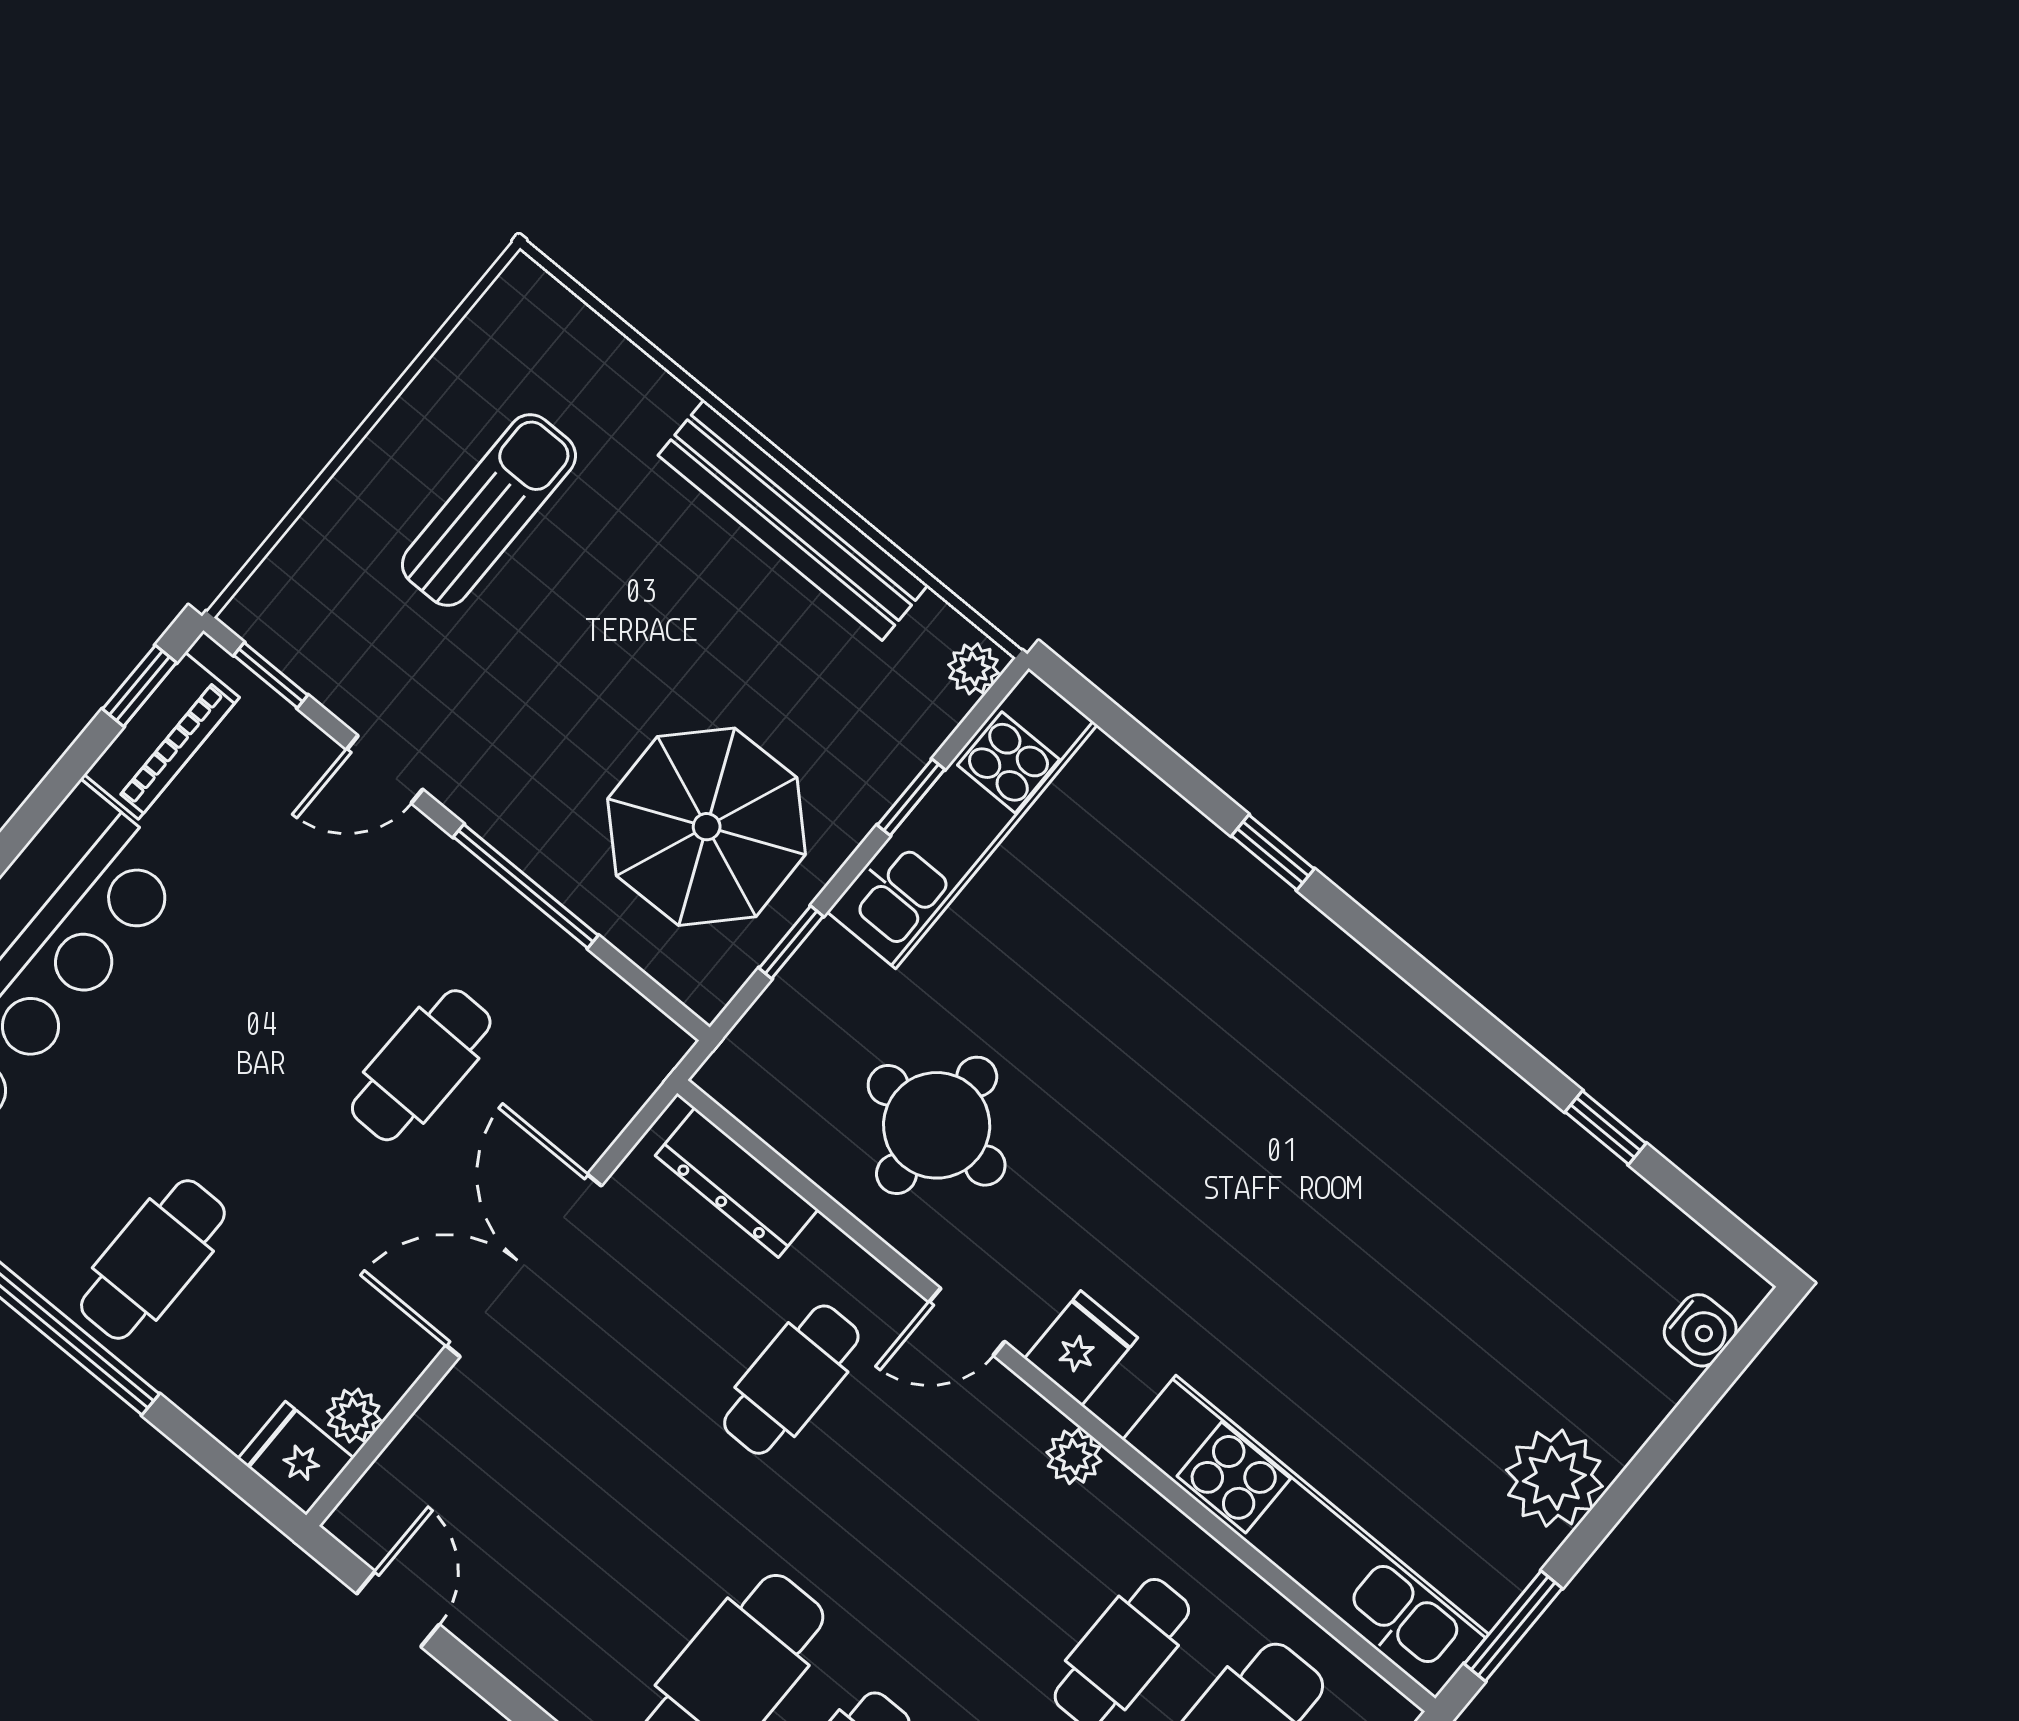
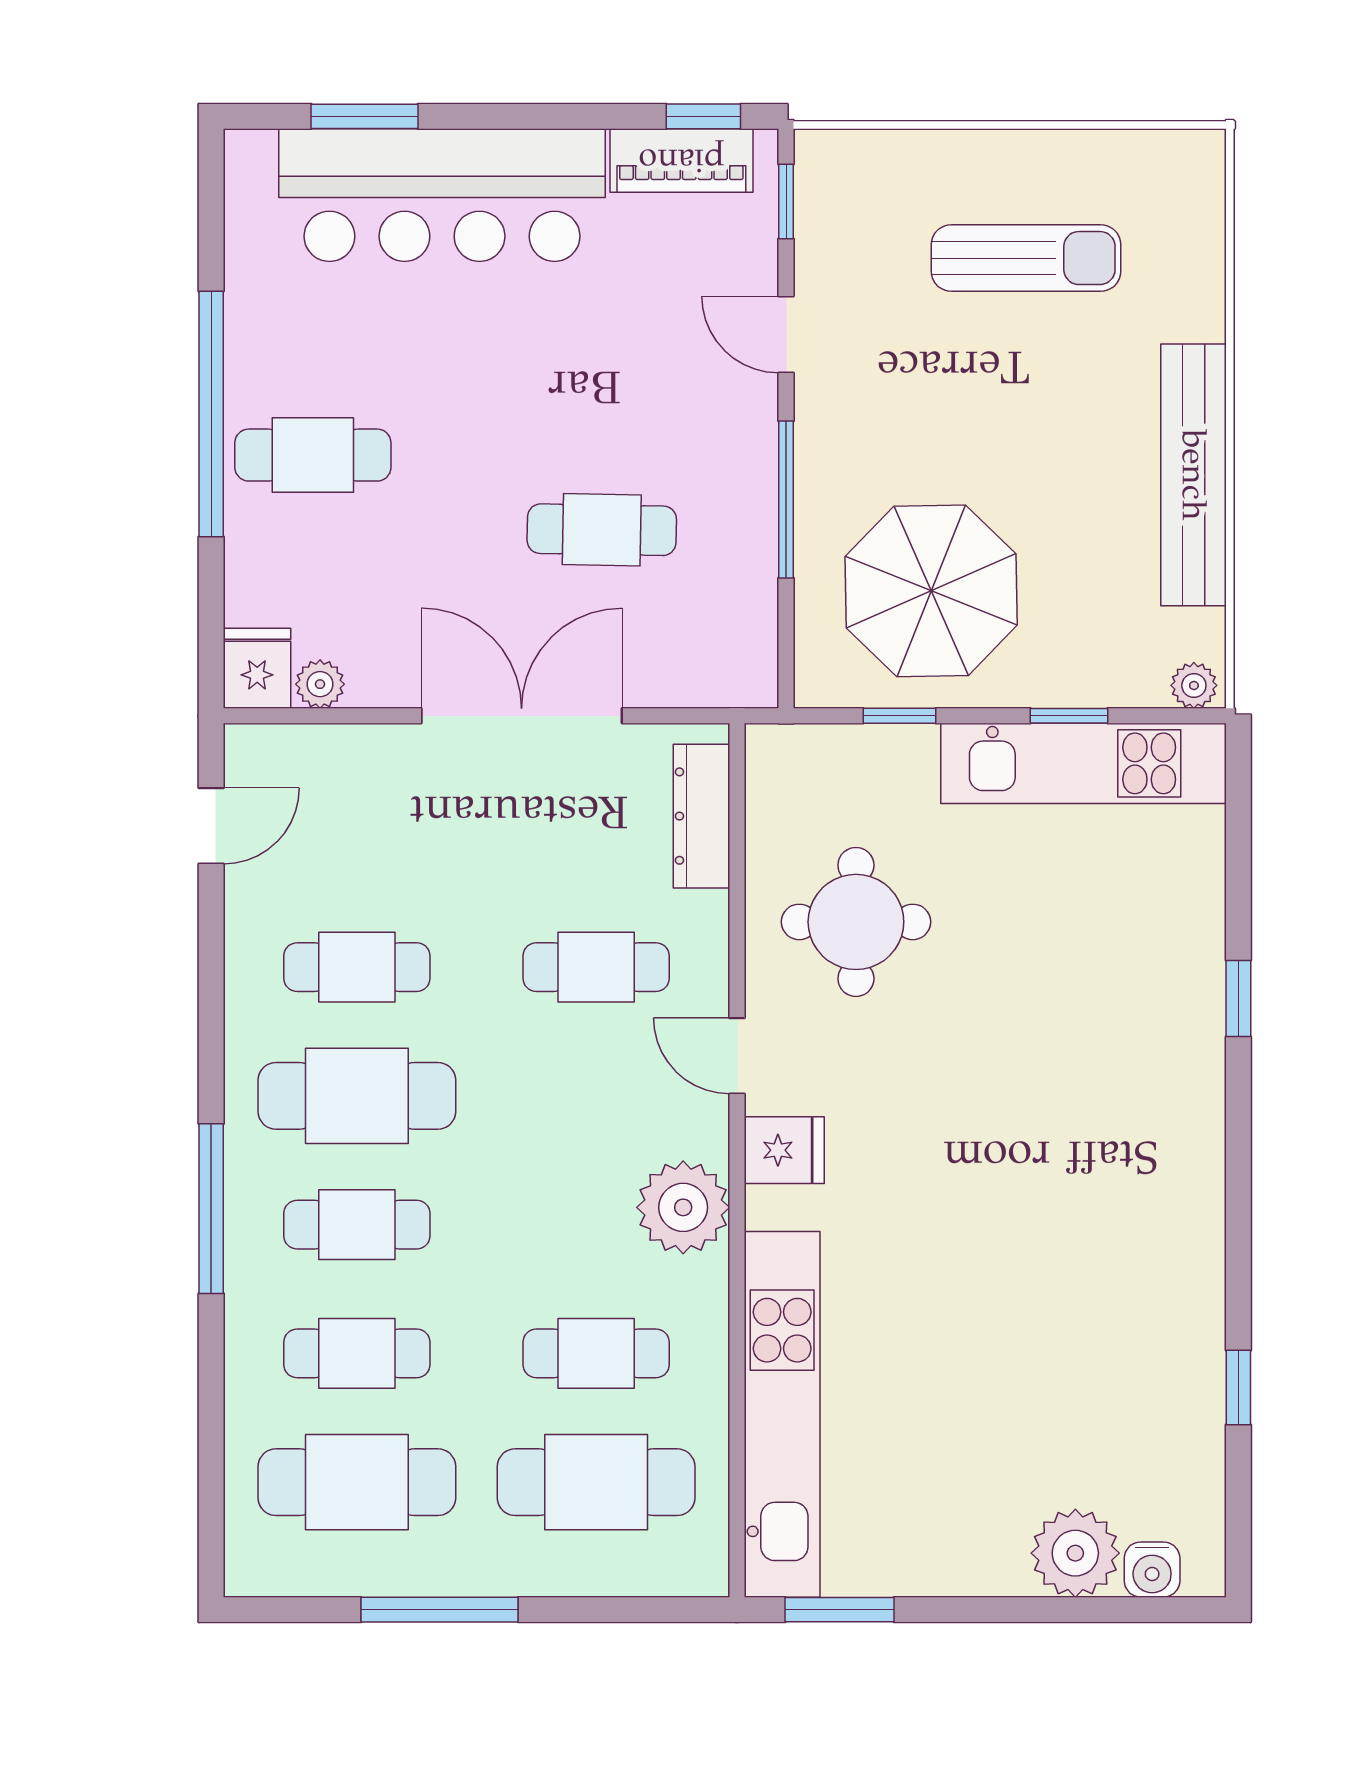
plant: (1074, 1457) -> (683, 1207), width x1.88, depth x1.88
plant: (1554, 1478) -> (1075, 1553), moved
cafe table: (622, 1584) -> (357, 967), added

